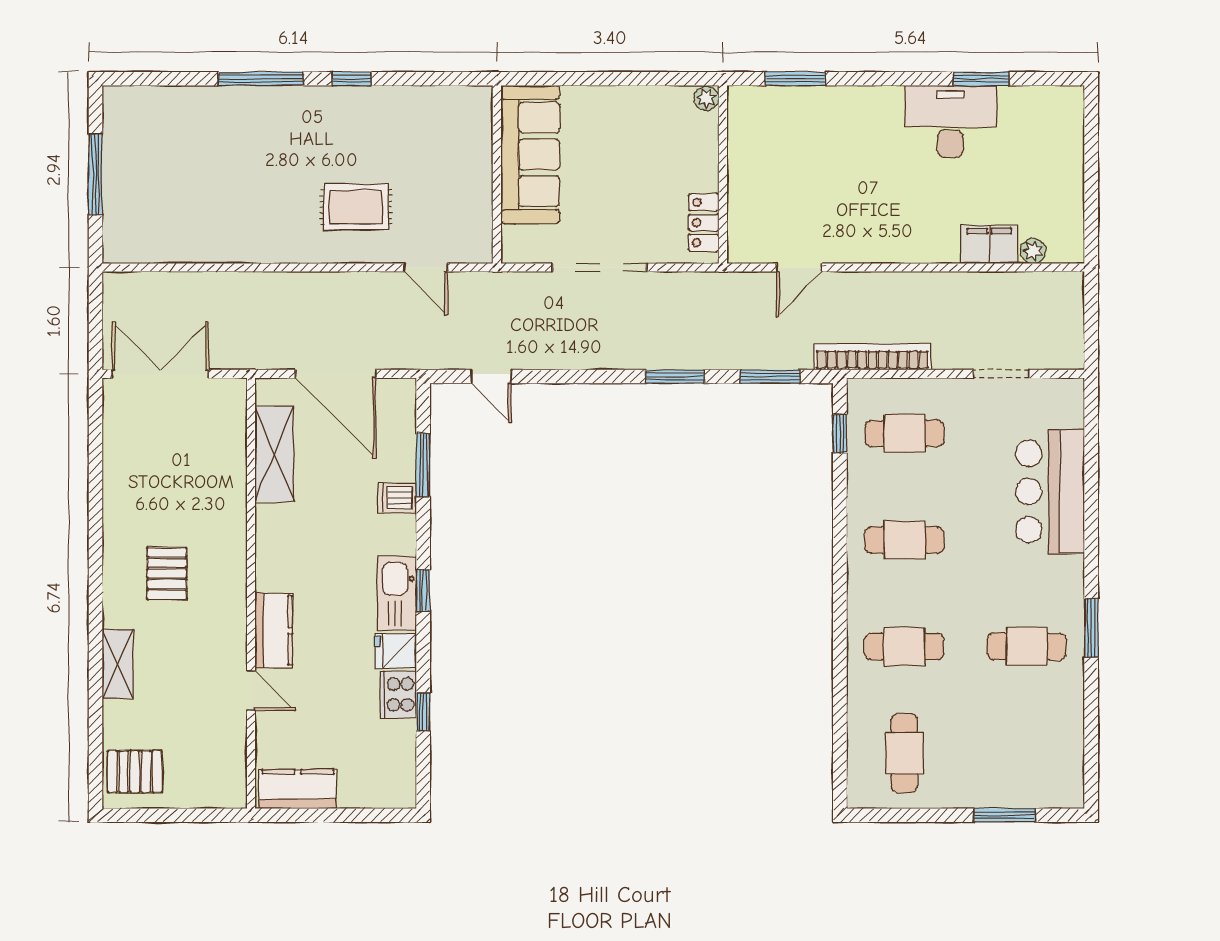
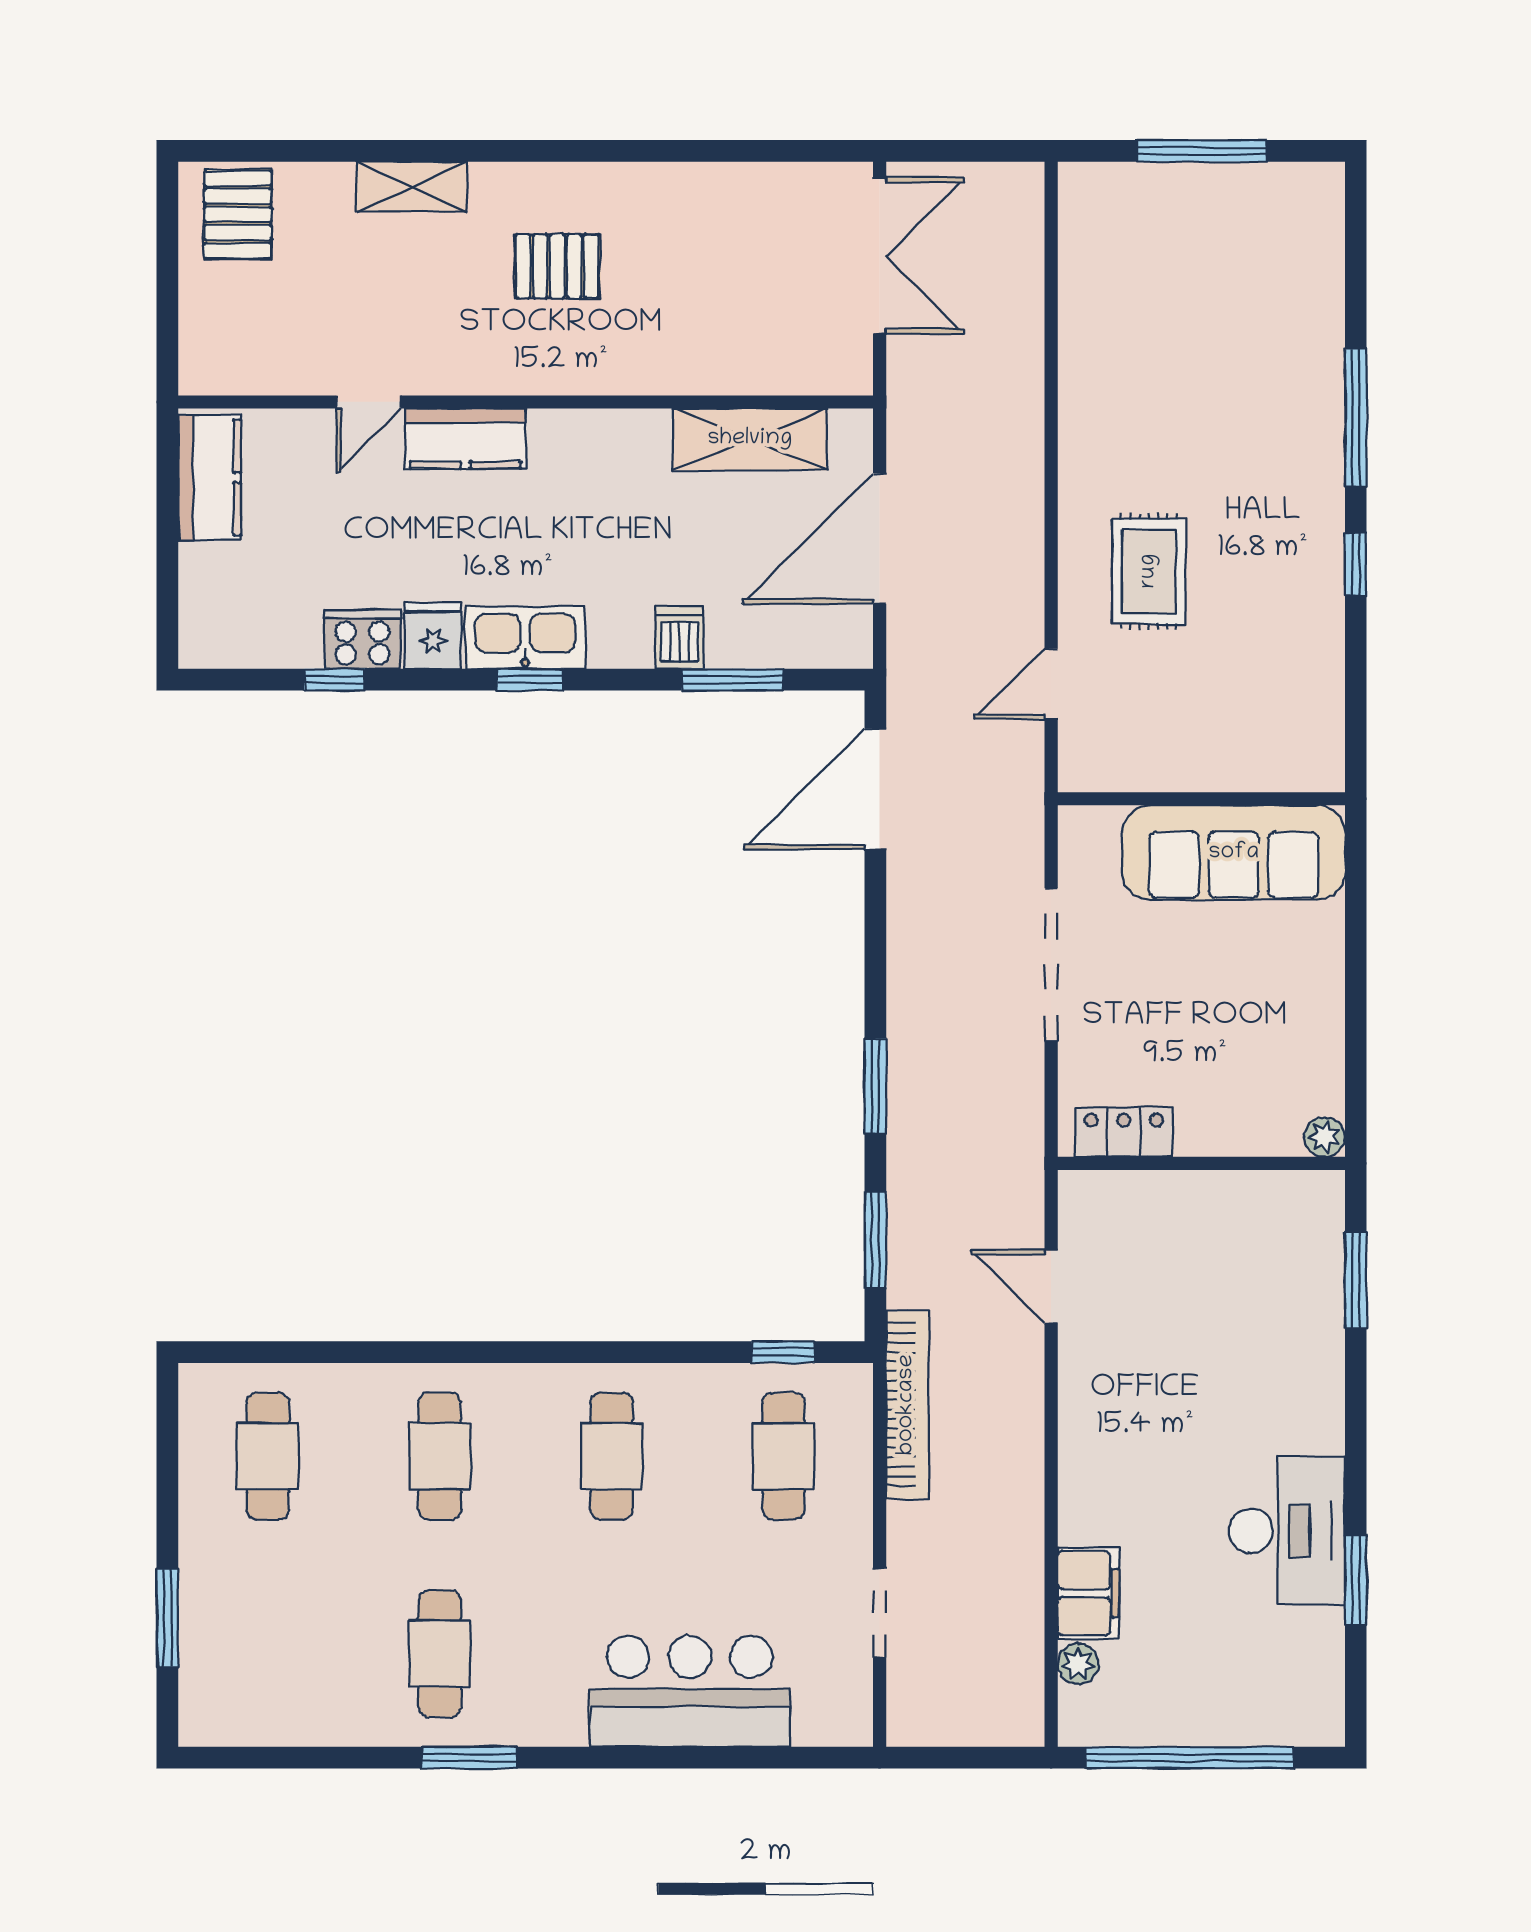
window: (1091, 182) -> (1189, 1758), added
door: (491, 376) -> (875, 789), width x1.88
cafe table: (904, 753) -> (268, 1456), turned 90

